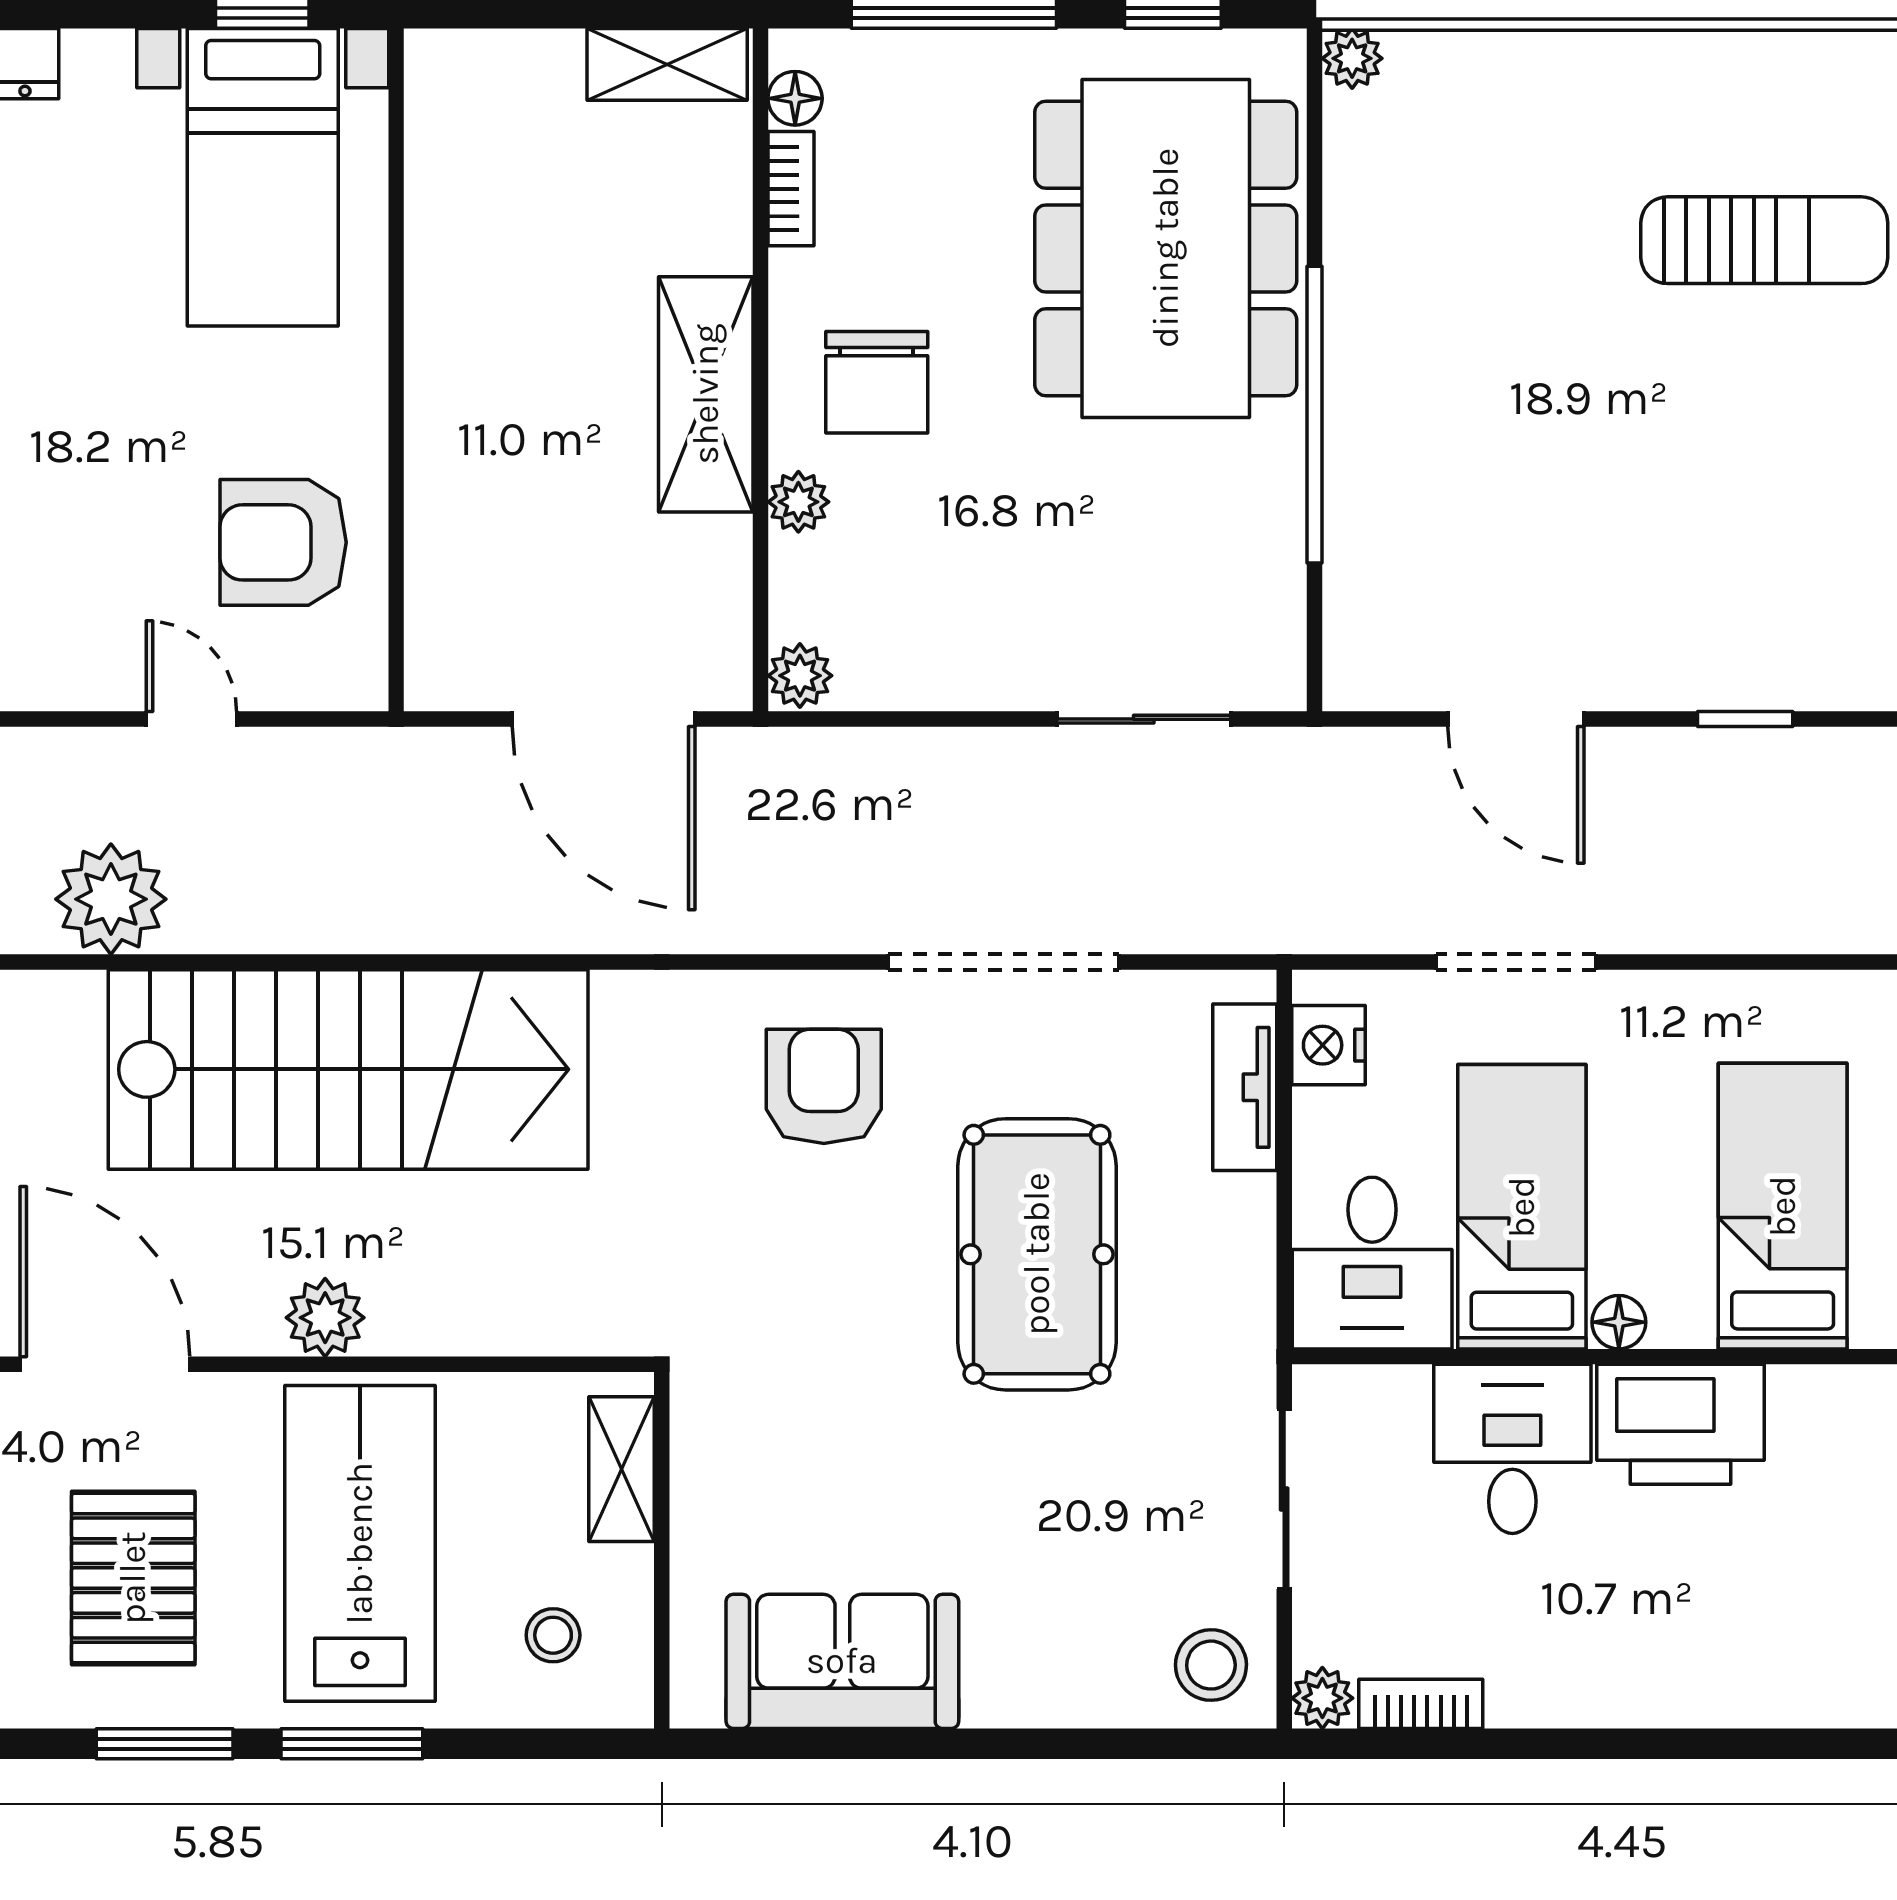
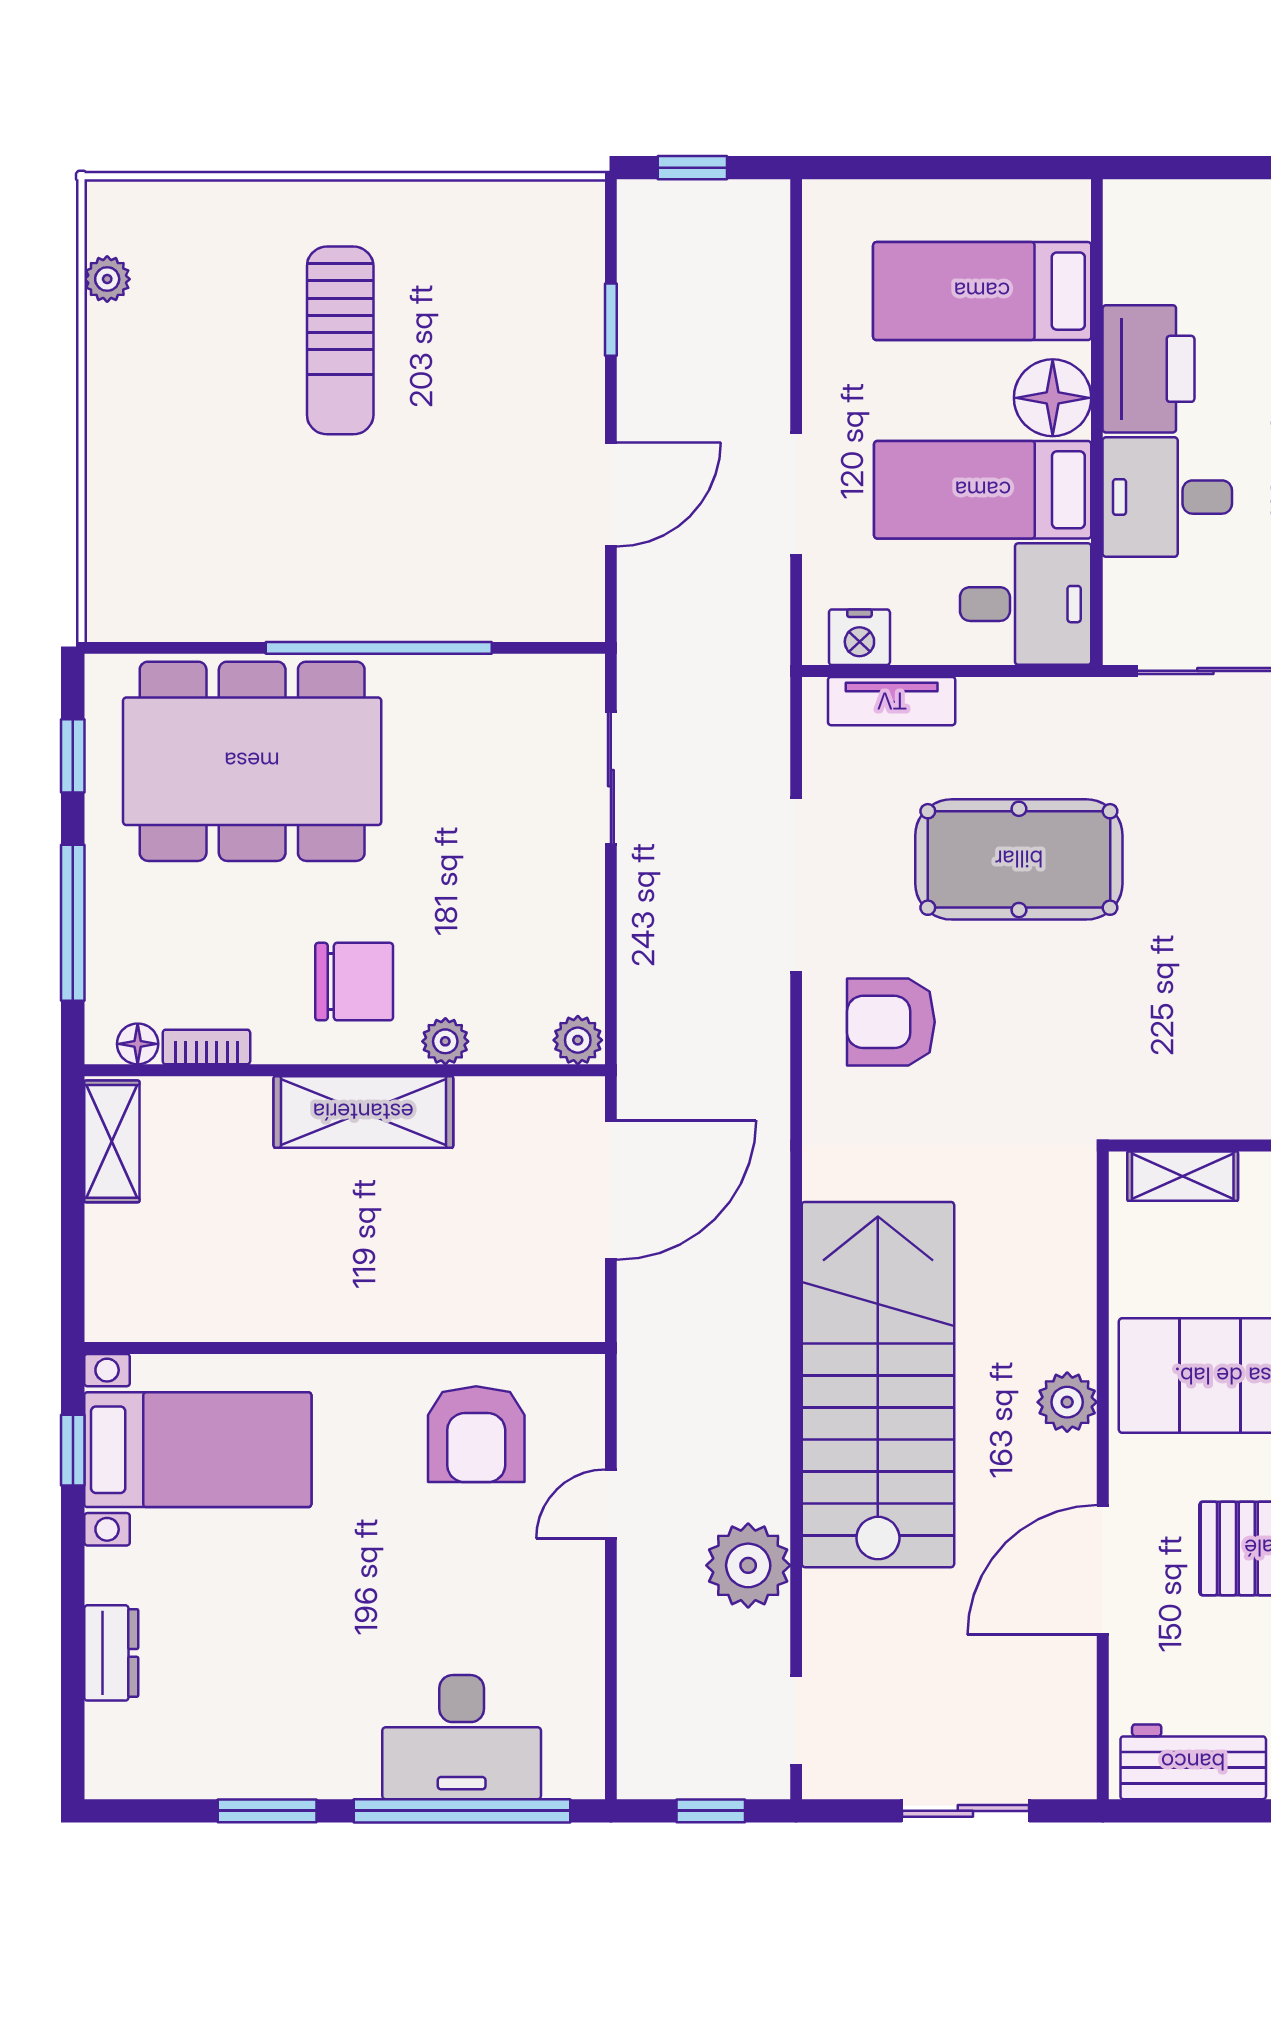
plant: (1352, 58) -> (107, 279), moved
sun lounger: (1764, 240) -> (340, 340), moved, turned 180
floor lamp: (1619, 1322) -> (1053, 398), width x1.89, depth x1.89

